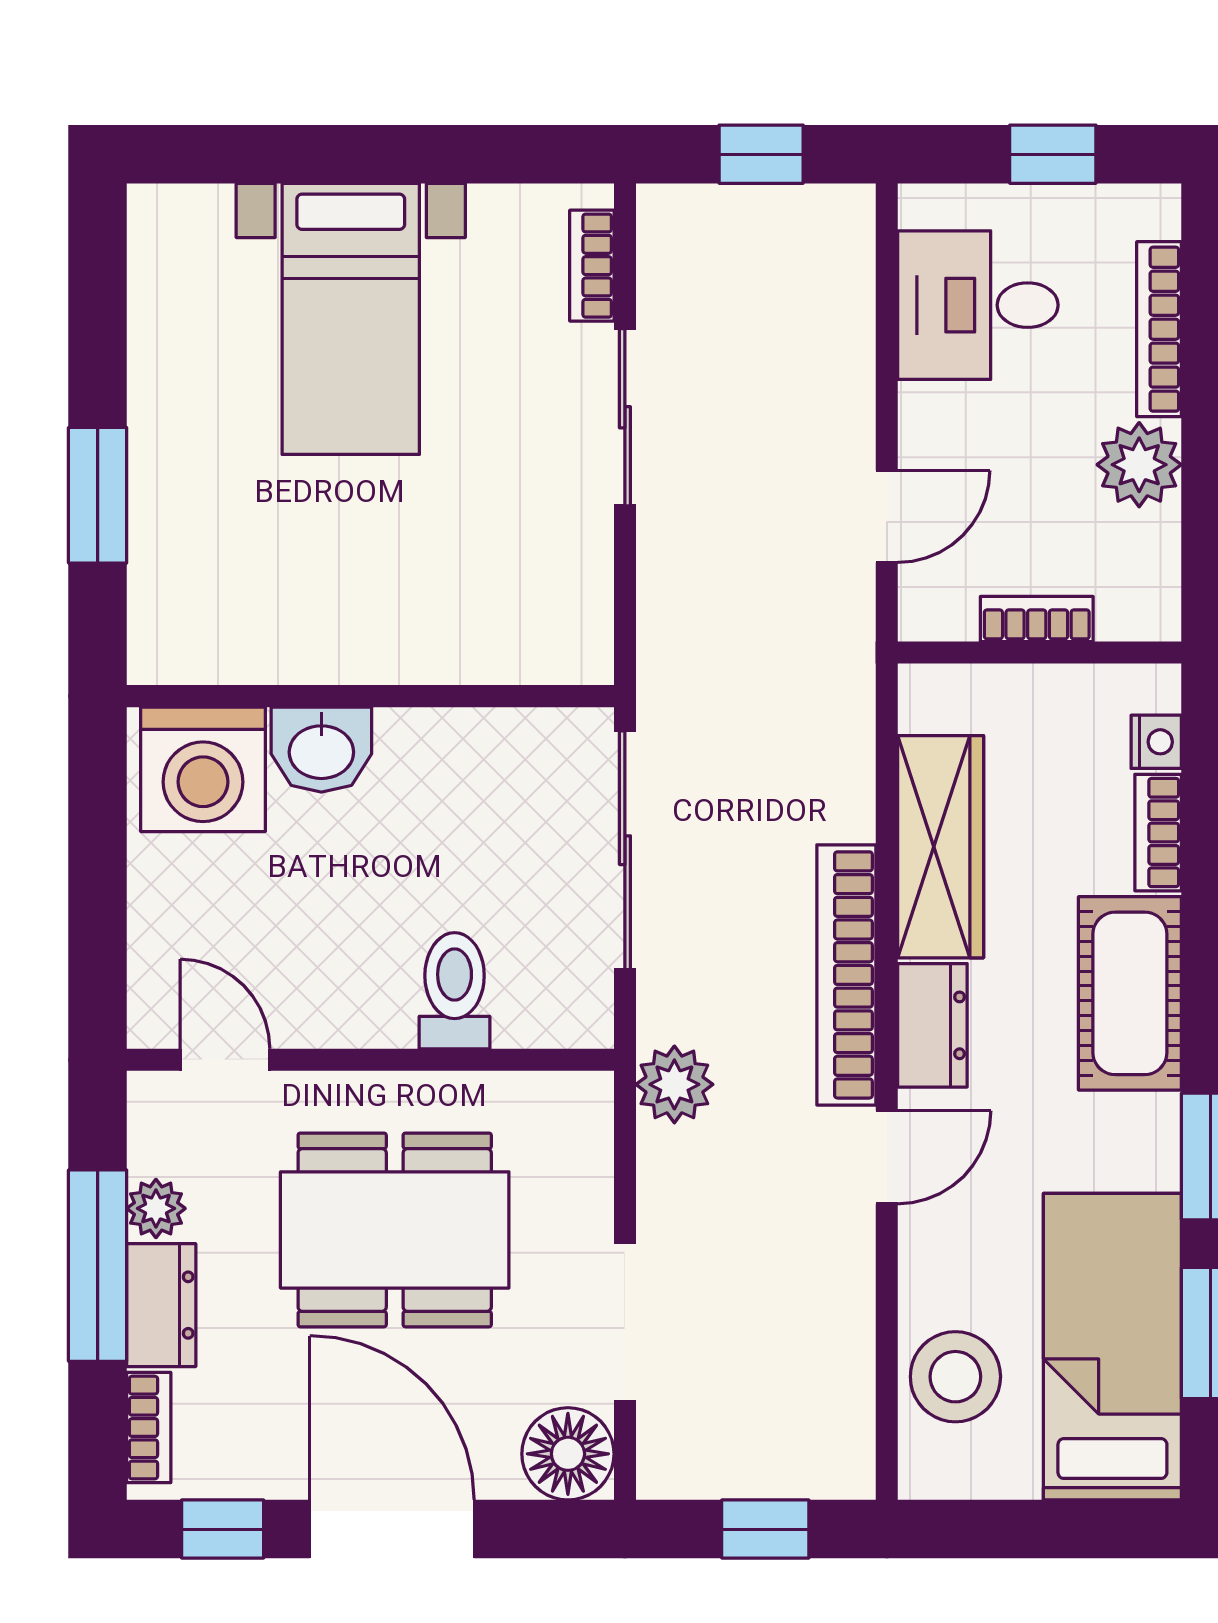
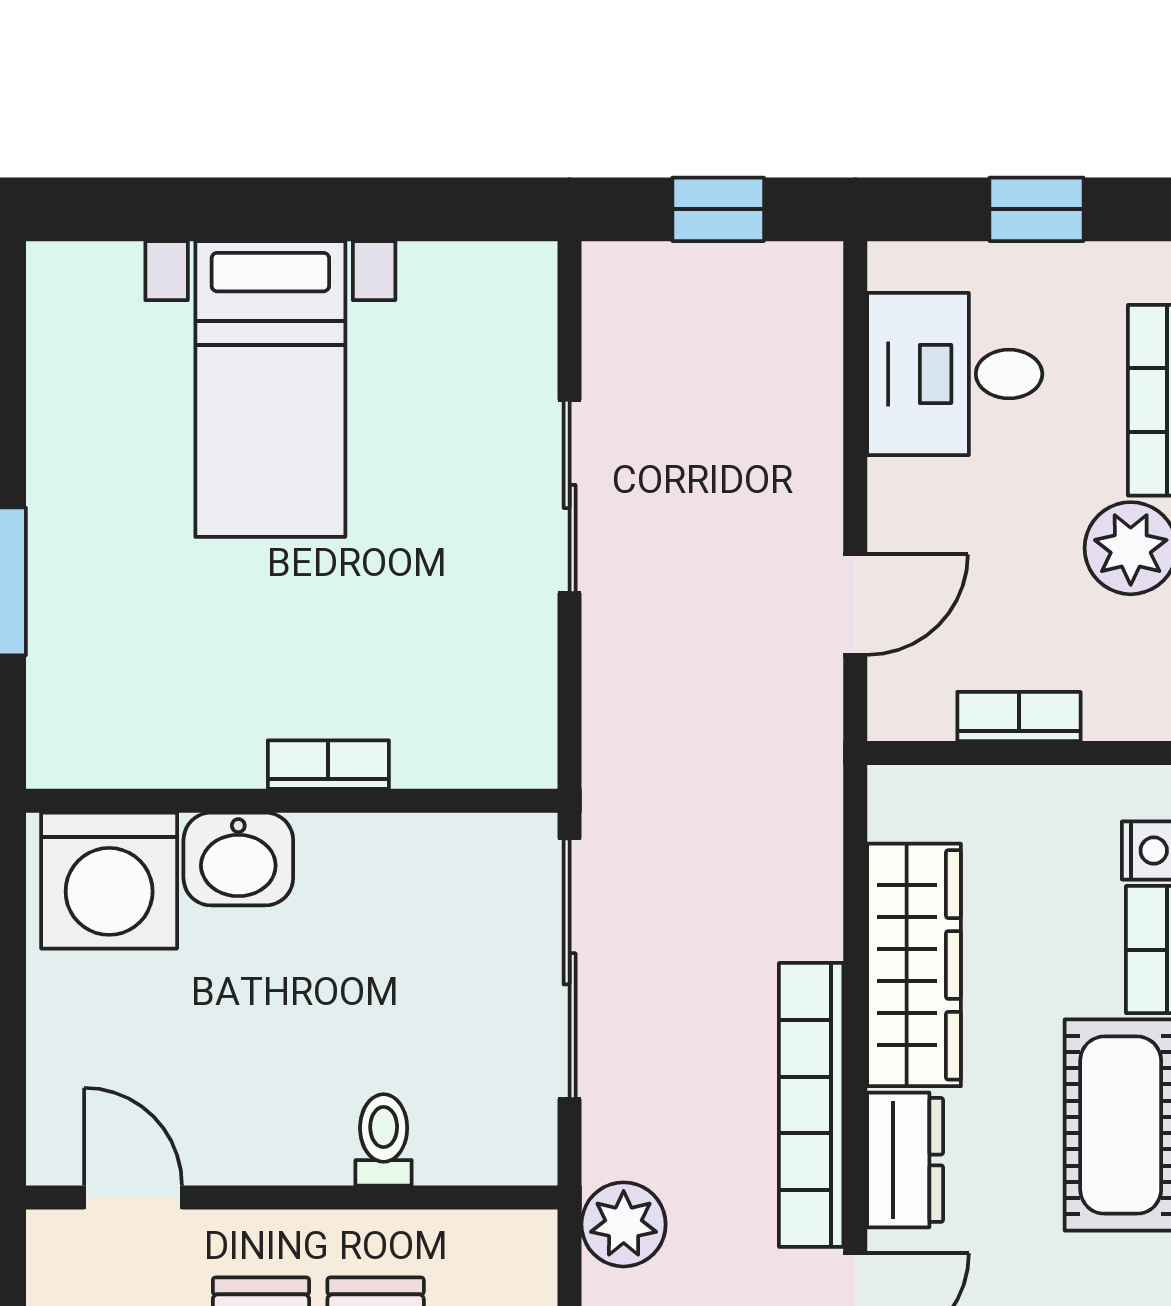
bookcase: (592, 266) -> (328, 765), moved, turned 90
toilet: (455, 991) -> (384, 1140), width x0.73, depth x0.72

